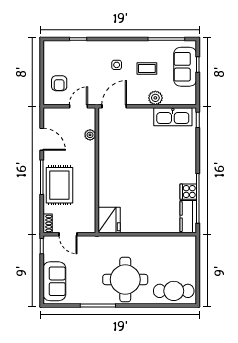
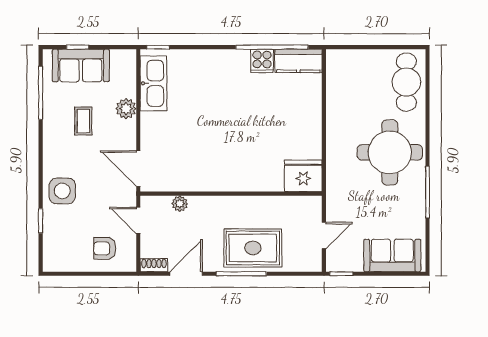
side table: (117, 65) -> (62, 191), moved, width x1.87, depth x1.87
armchair: (59, 83) -> (105, 248), turned 180
shoe rack: (48, 223) -> (154, 265), moved

